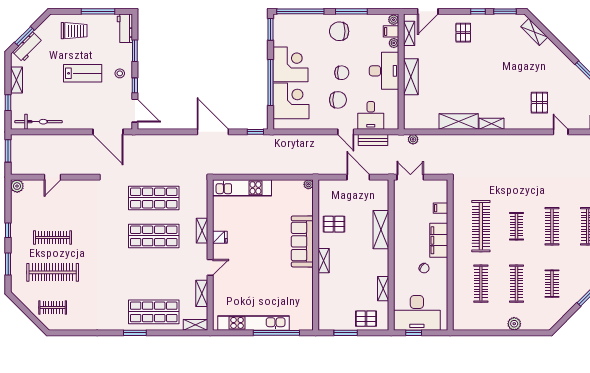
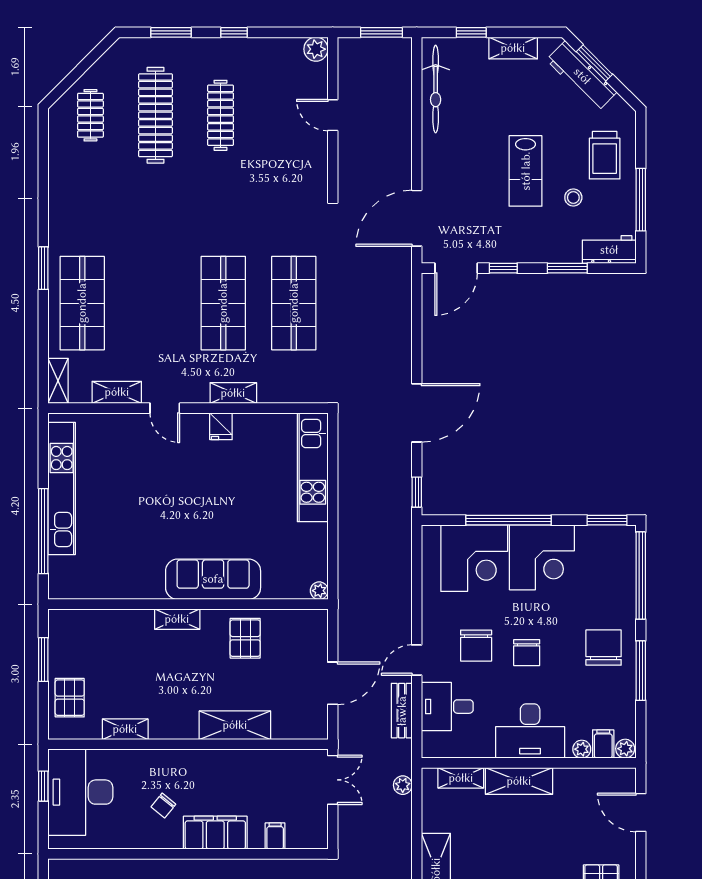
shelving: (409, 33) -> (461, 778), moved
workbench: (28, 47) -> (582, 76), width x1.38
stool: (120, 73) -> (573, 198), moved

